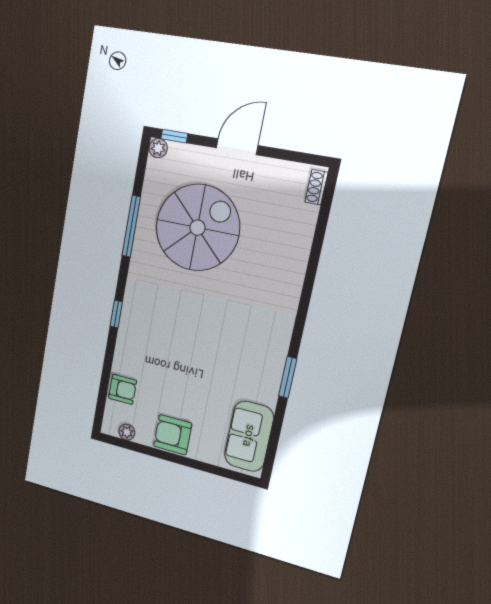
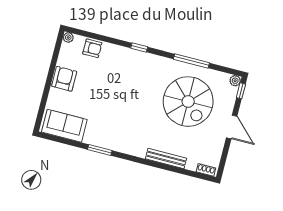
bench: (298, 261) -> (166, 158), added
armchair: (123, 389) -> (92, 48), turned -90
plant: (127, 432) -> (68, 37), moved

